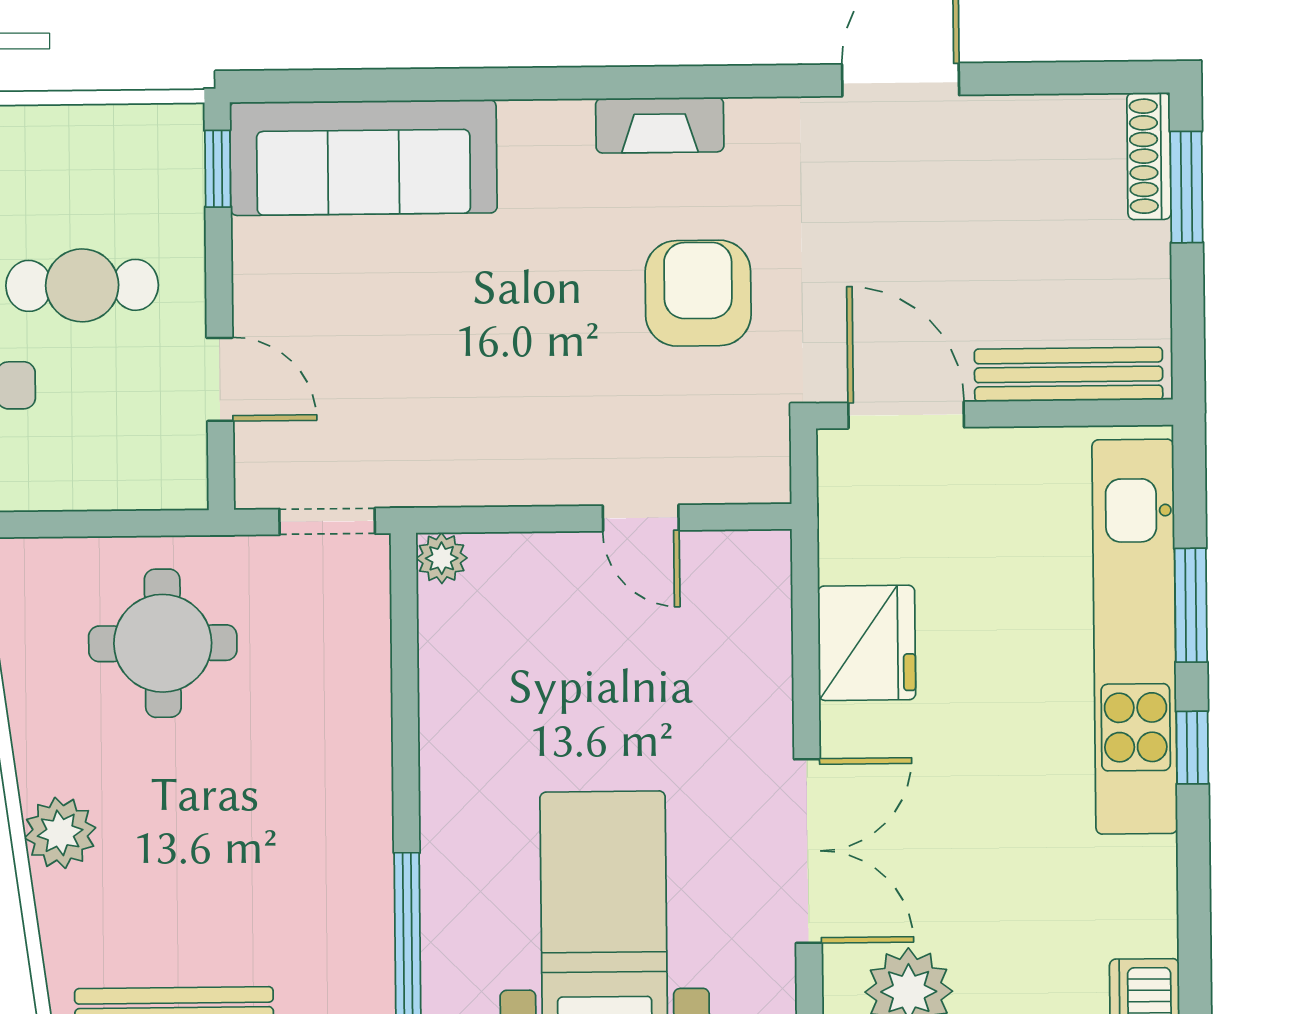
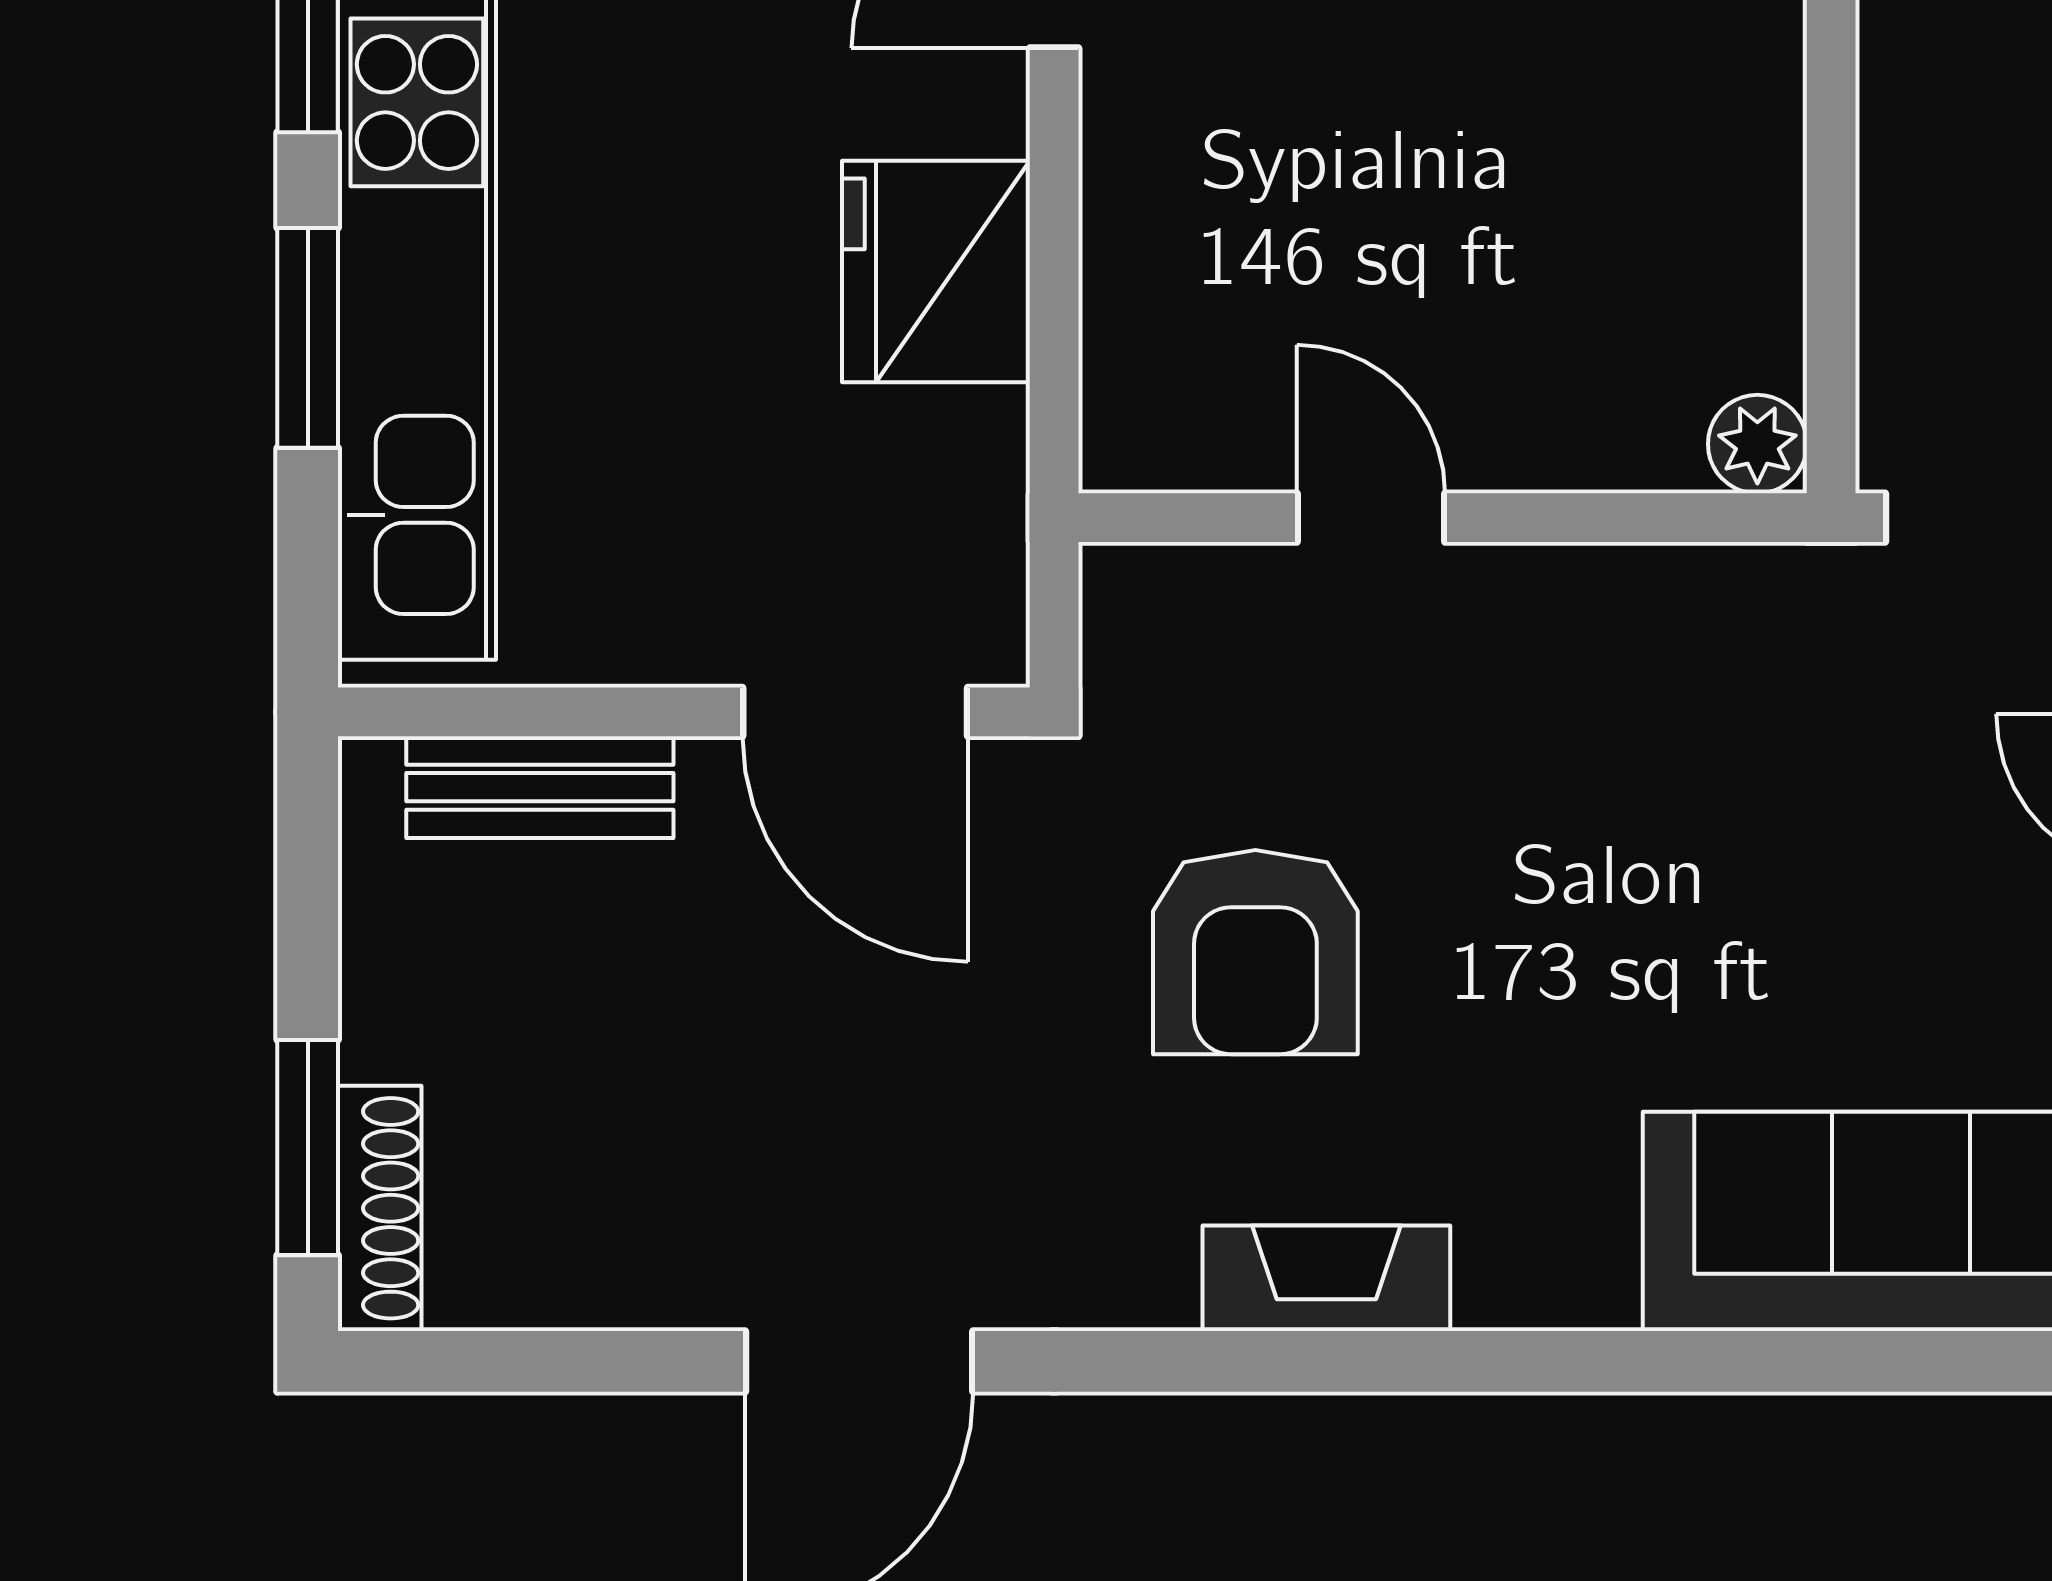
bench: (1069, 374) -> (540, 787), width x0.73

